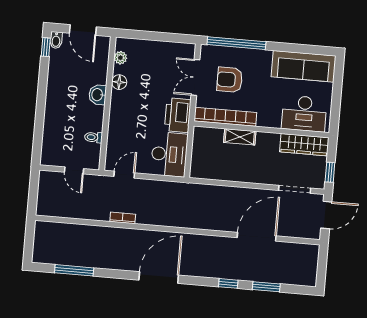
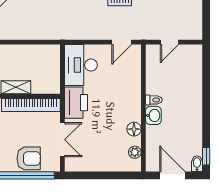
armchair: (230, 80) -> (29, 158), moved
toilet: (93, 137) -> (154, 100), moved
door: (74, 170) -> (169, 42), swing flipped

